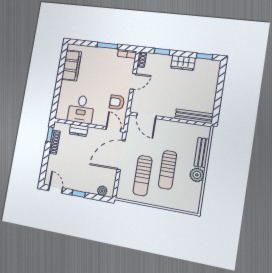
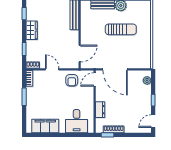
desk: (81, 109) -> (77, 121), moved, turned 90
sun lounger: (143, 176) -> (129, 49), removed

